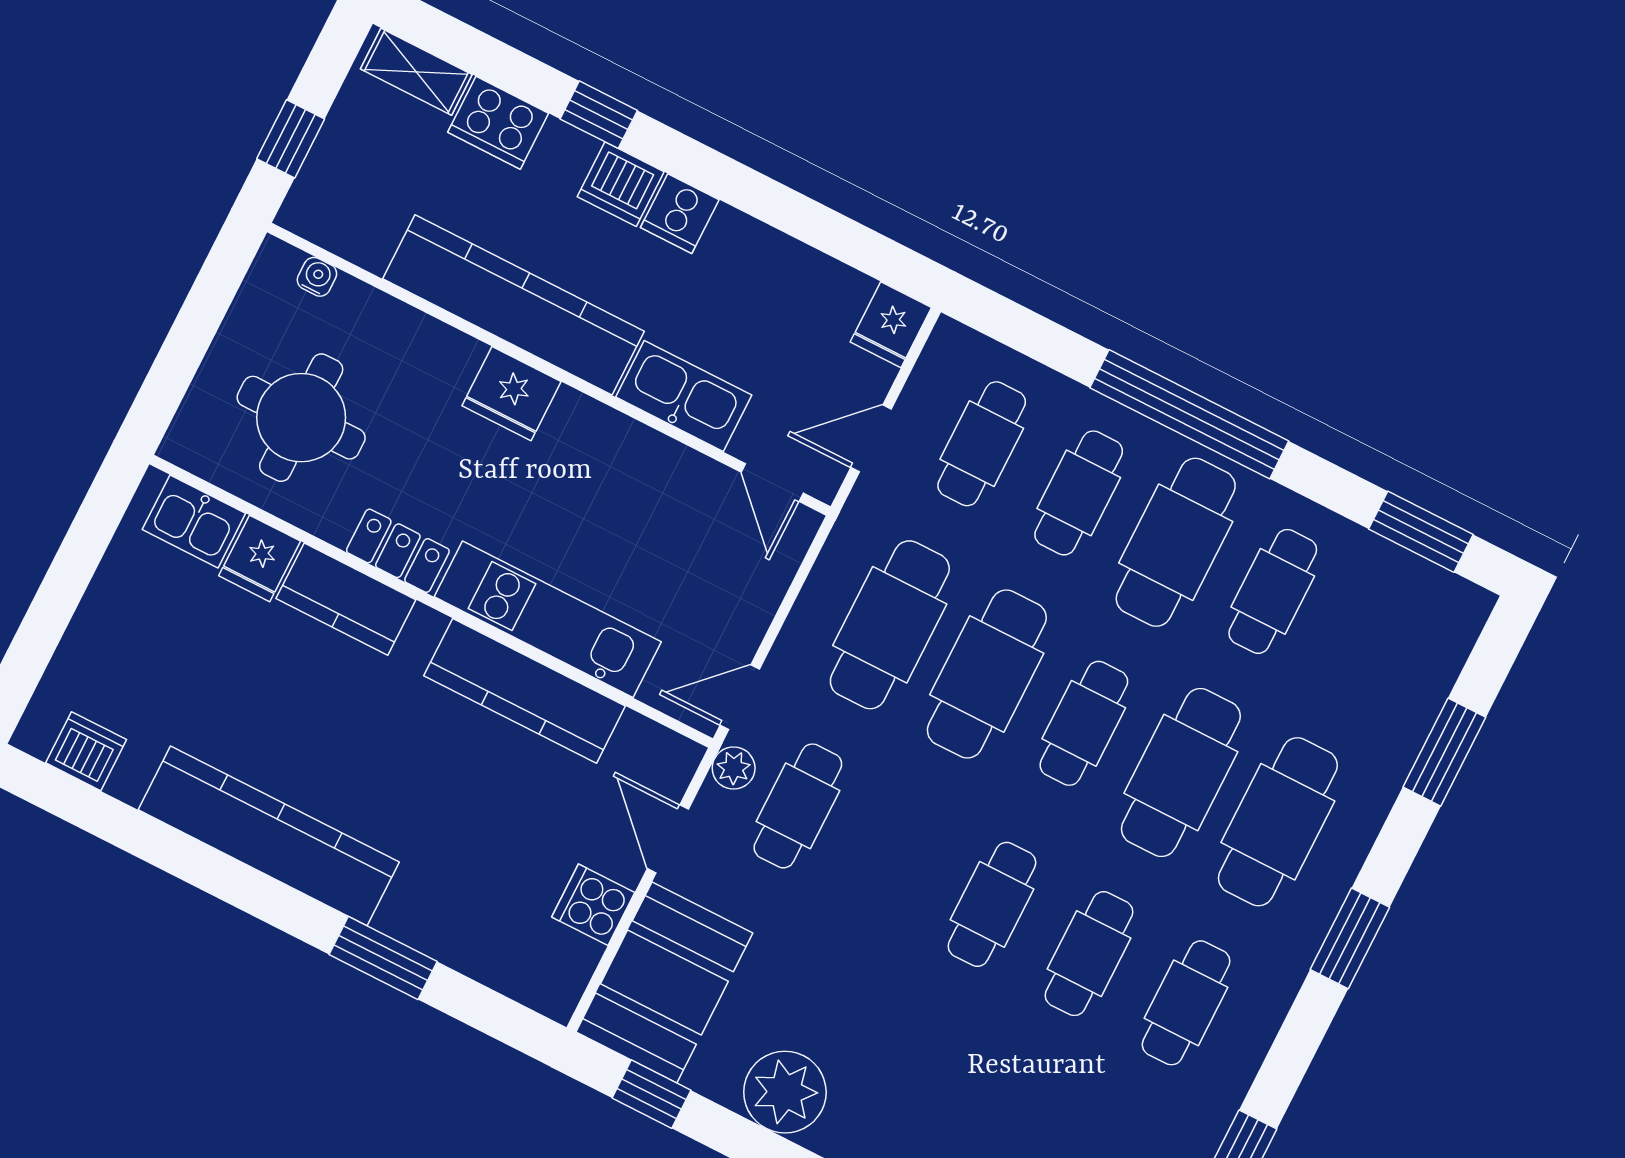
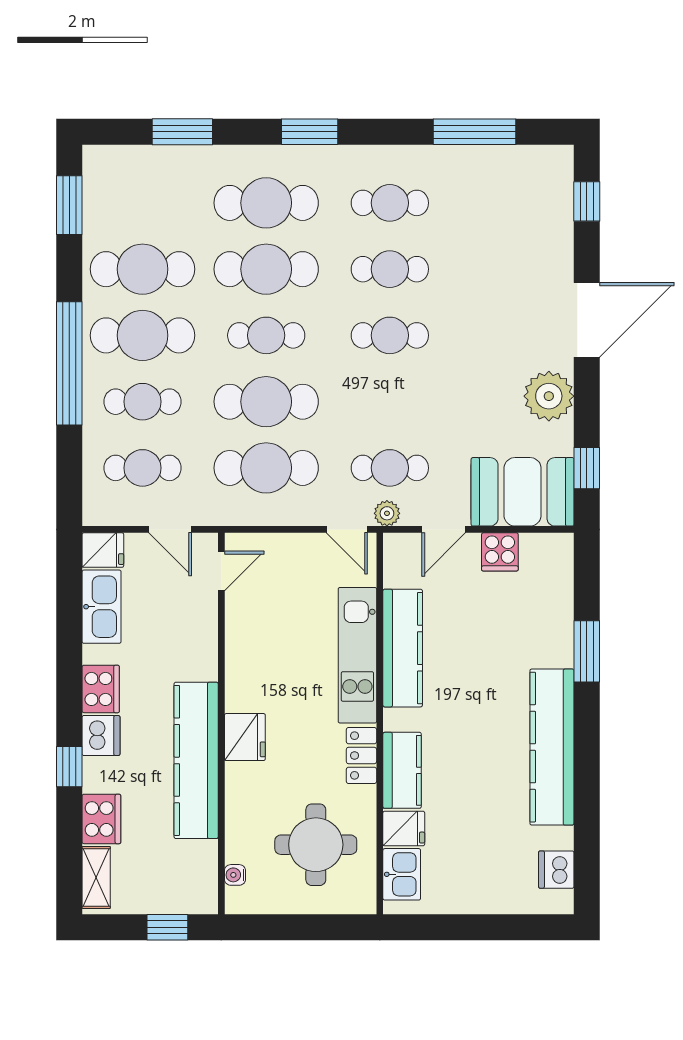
cooker: (680, 214) -> (101, 689), width x1.36
kitchen sink: (684, 396) -> (102, 607), moved, turned 180
cafe table: (1273, 591) -> (143, 269), width x1.37, depth x1.35

